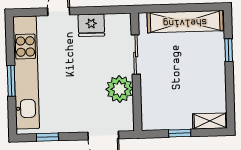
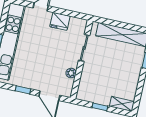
plant: (119, 89) -> (71, 73), width x0.53, depth x0.53
window: (47, 137) -> (23, 90), moved

